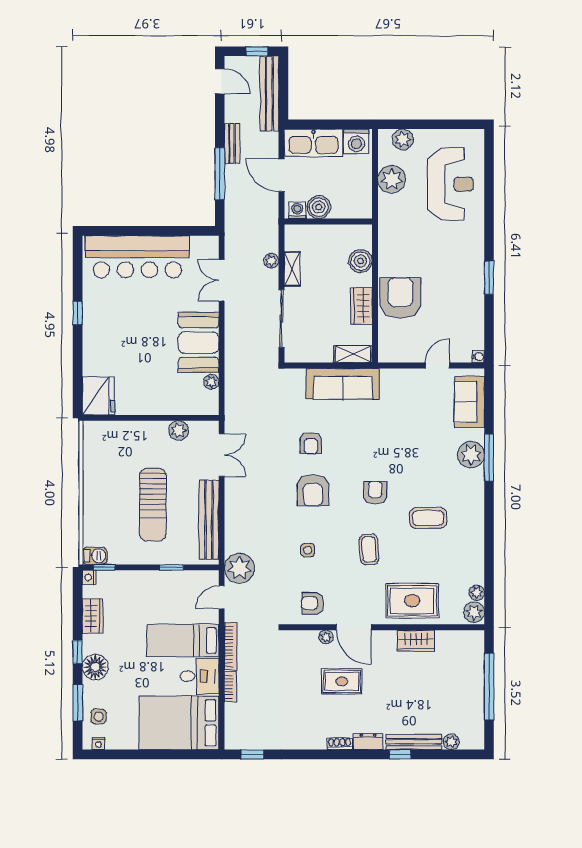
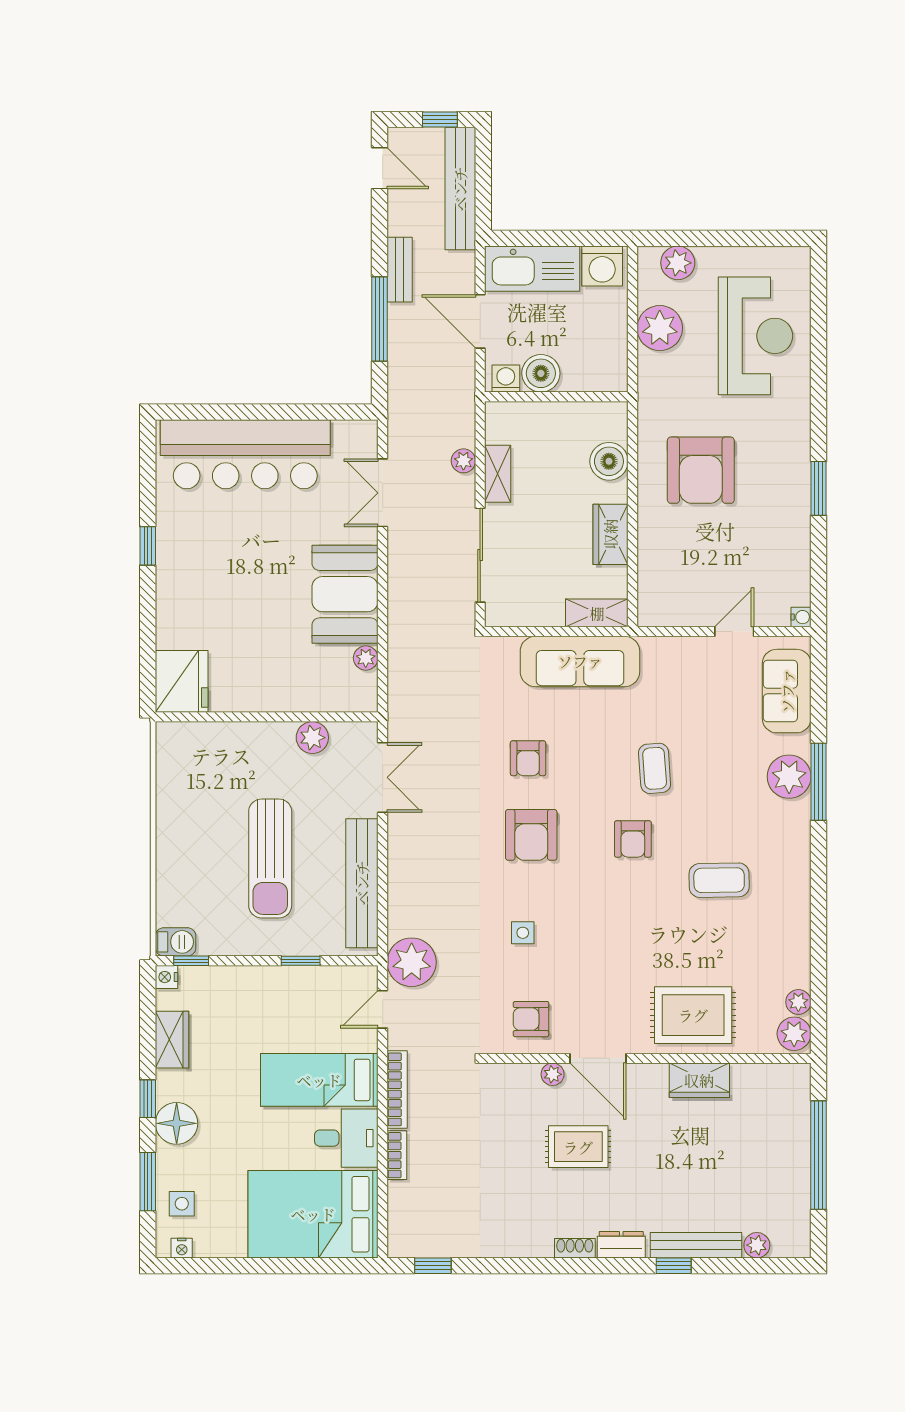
armchair: (400, 298) -> (701, 470), moved, turned 180
armchair: (375, 493) -> (633, 839), turned 180
coffee table: (369, 549) -> (655, 768), moved

